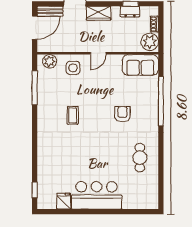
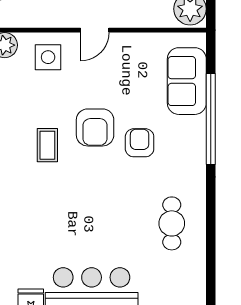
sofa: (140, 65) -> (187, 81), moved, turned 90
armchair: (98, 106) -> (95, 127), added

